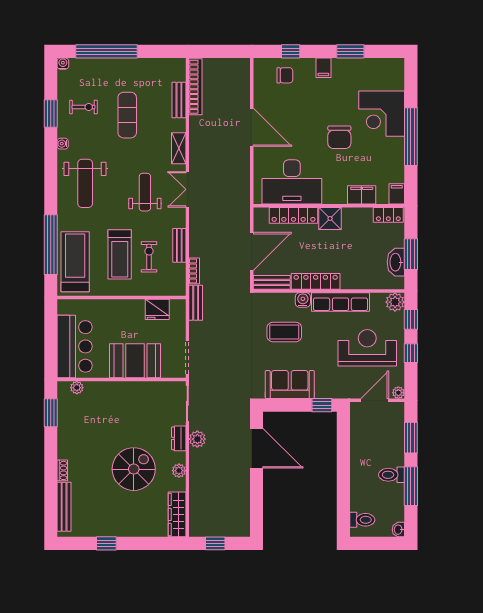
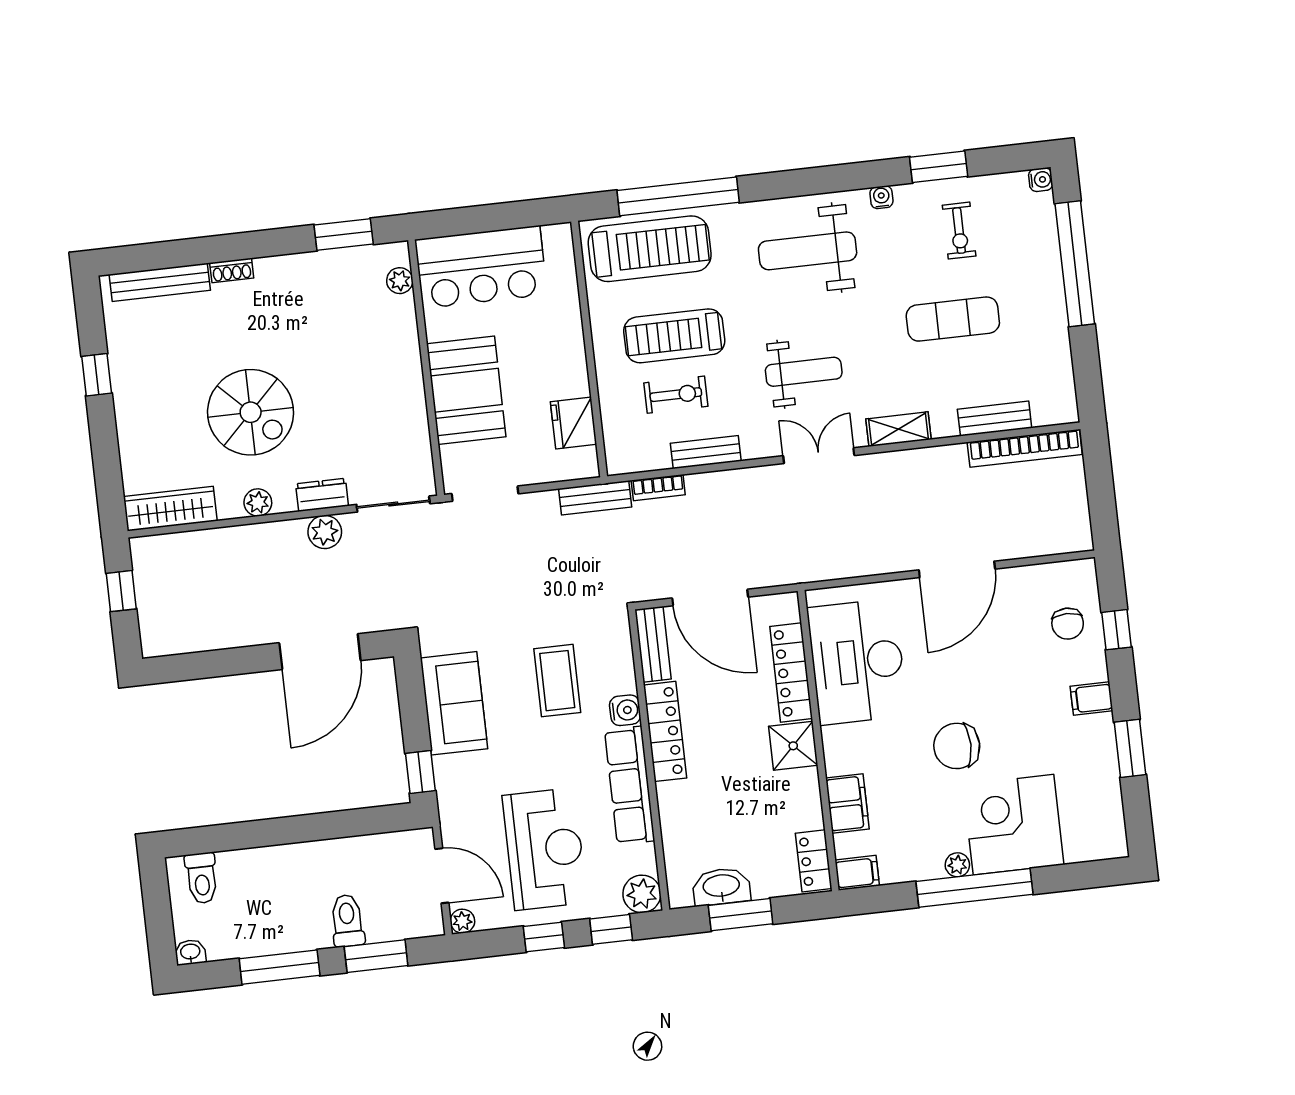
plant: (398, 144) -> (957, 865), added
toilet: (392, 475) -> (347, 921), moved

